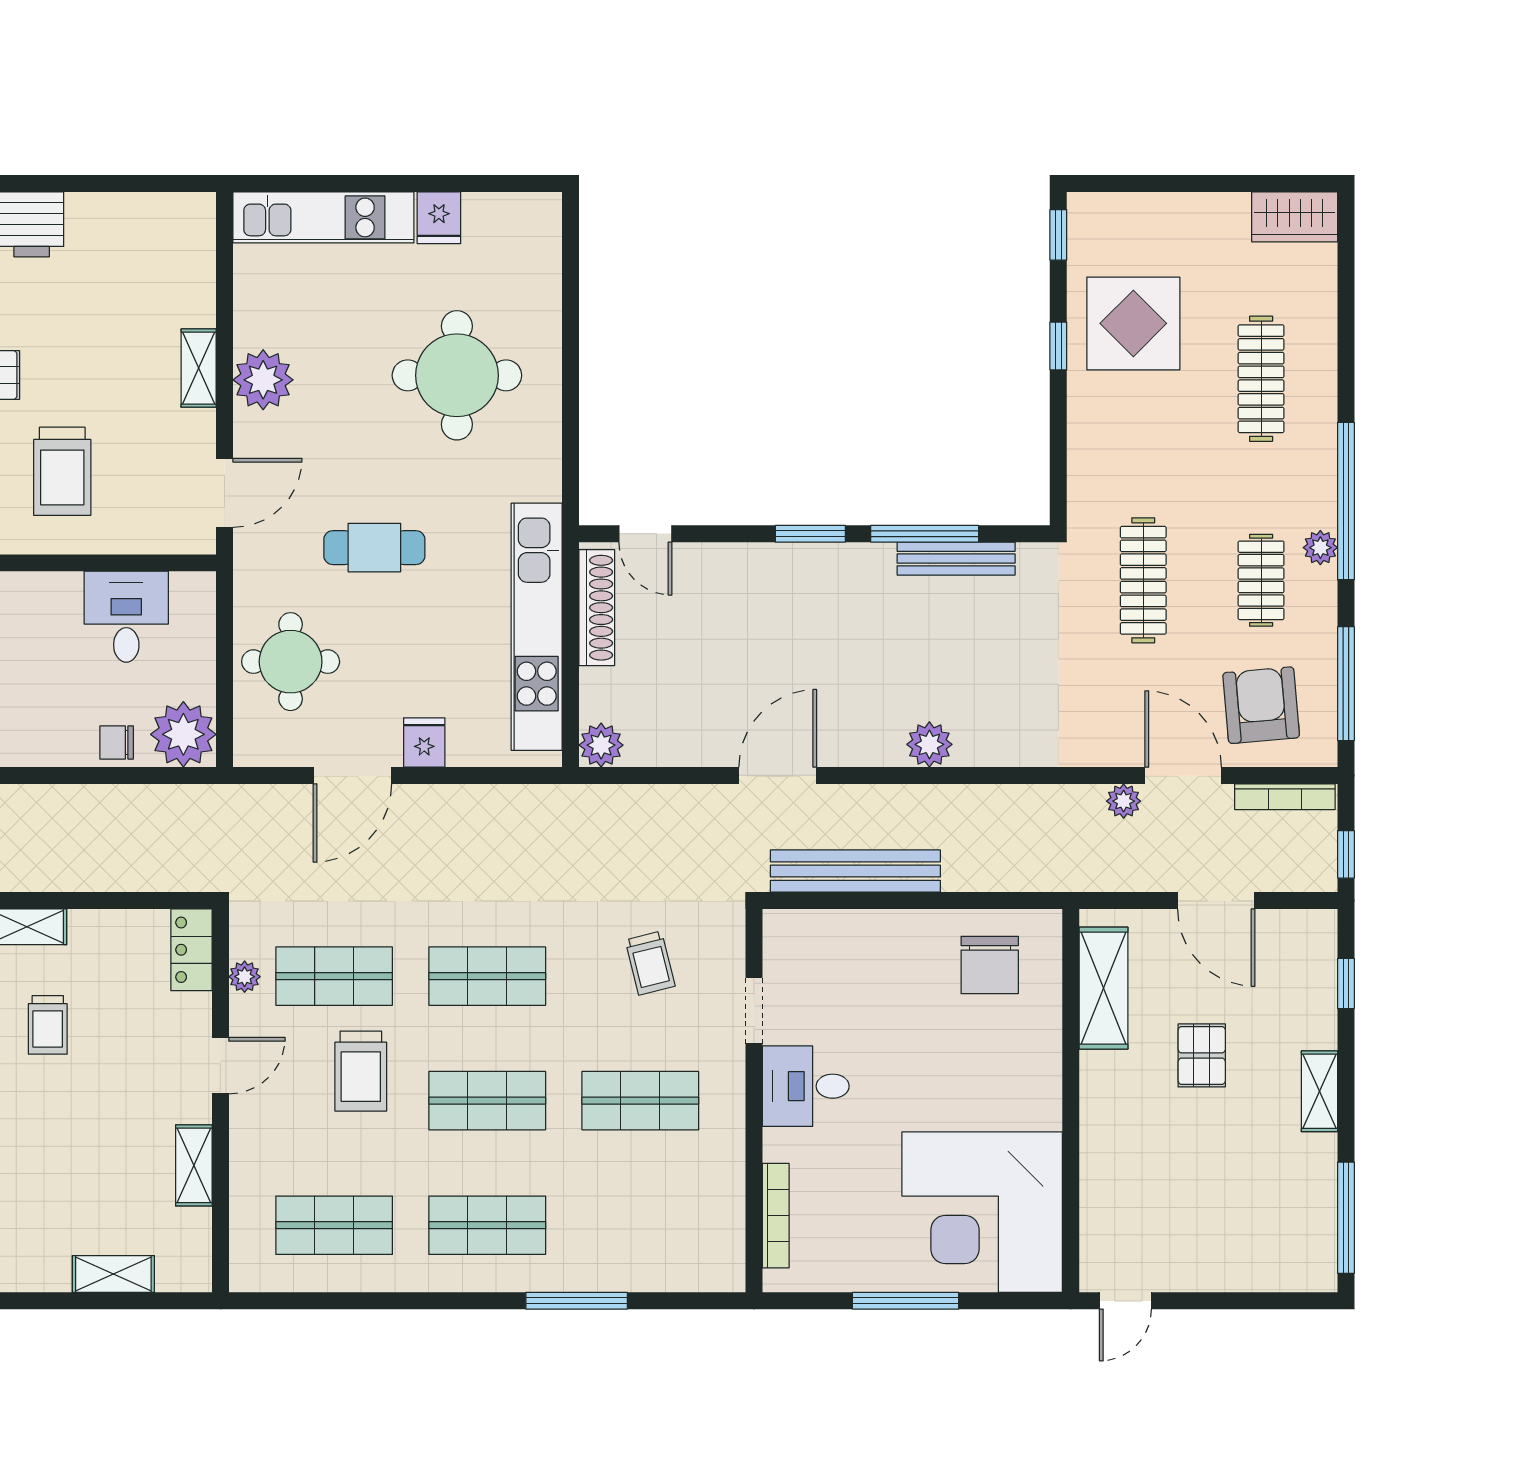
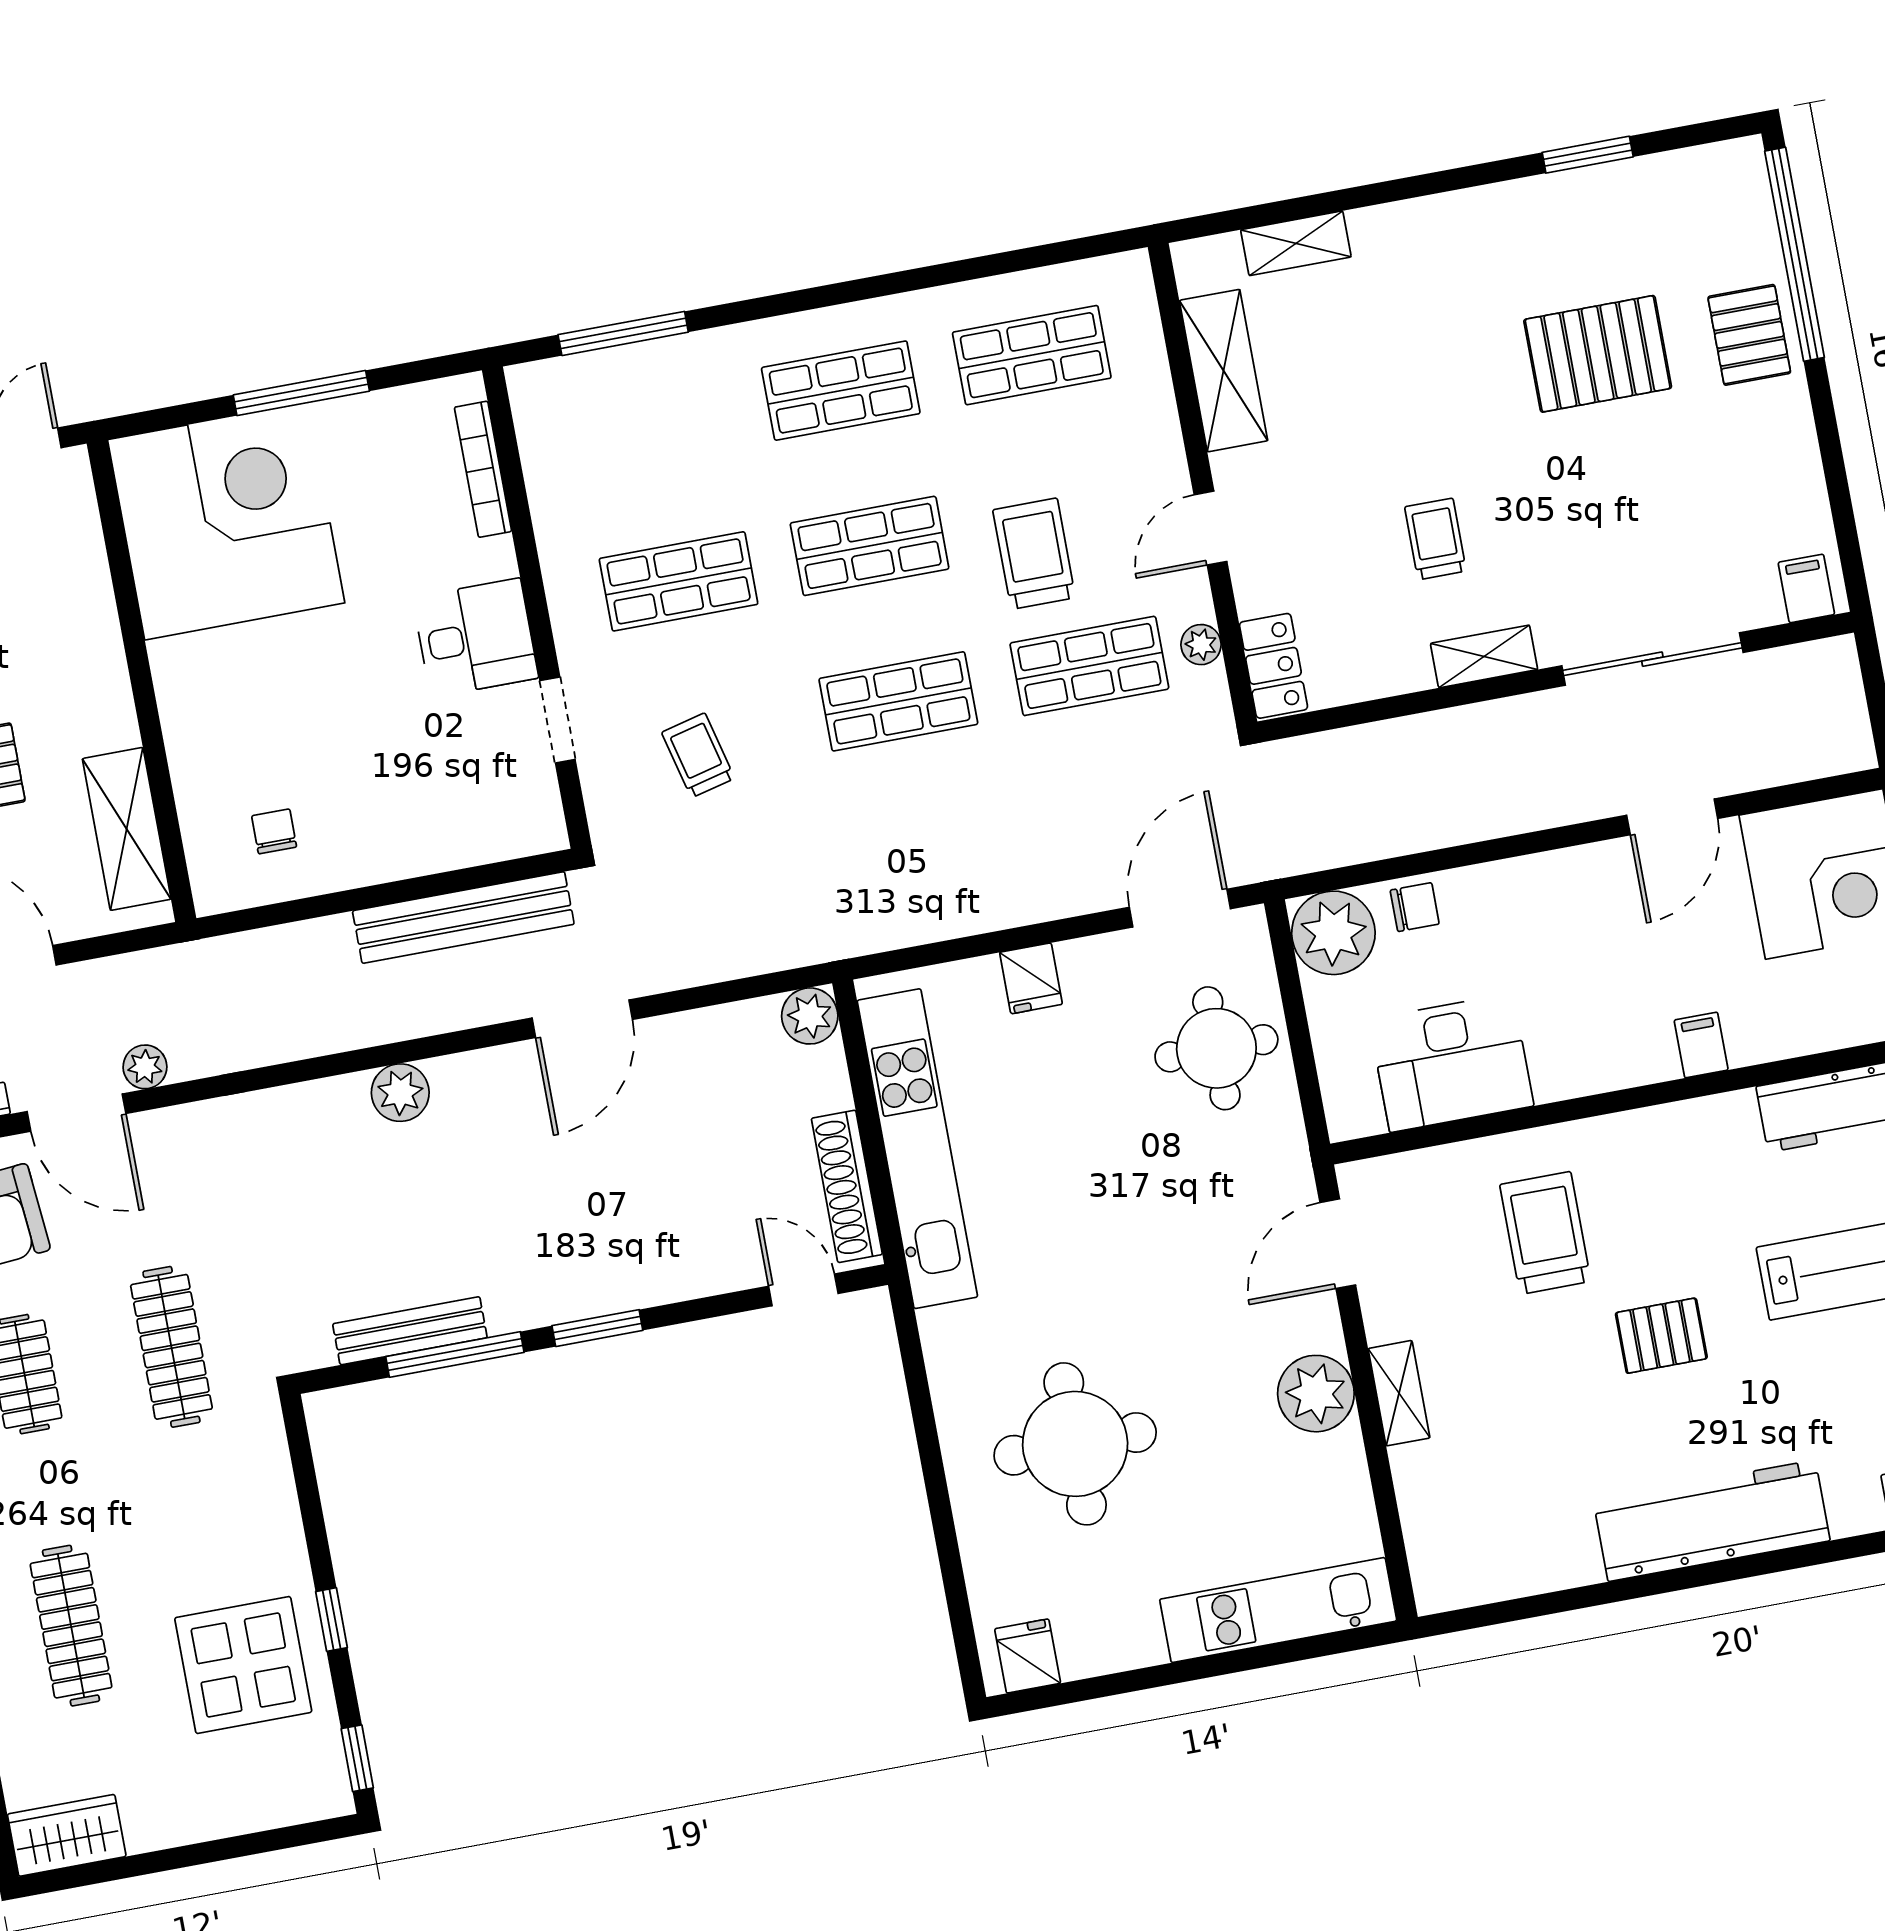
fridge: (439, 218) -> (1028, 1656), moved
cafe table: (374, 548) -> (1138, 1210), removed
desk: (126, 617) -> (1451, 1063), width x1.37
door: (352, 776) -> (1180, 908), moved
chair: (990, 965) -> (274, 831), width x0.54, depth x0.54
shelving: (194, 1165) -> (1223, 371), width x1.50, depth x1.33
window: (577, 1301) -> (623, 333), moved

